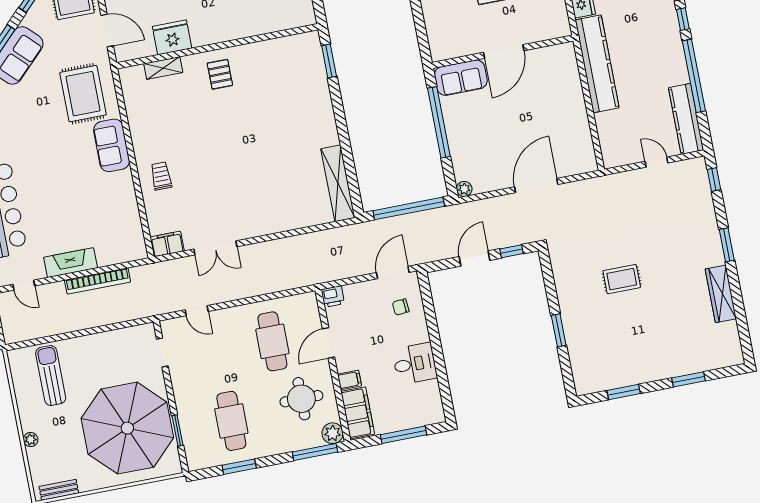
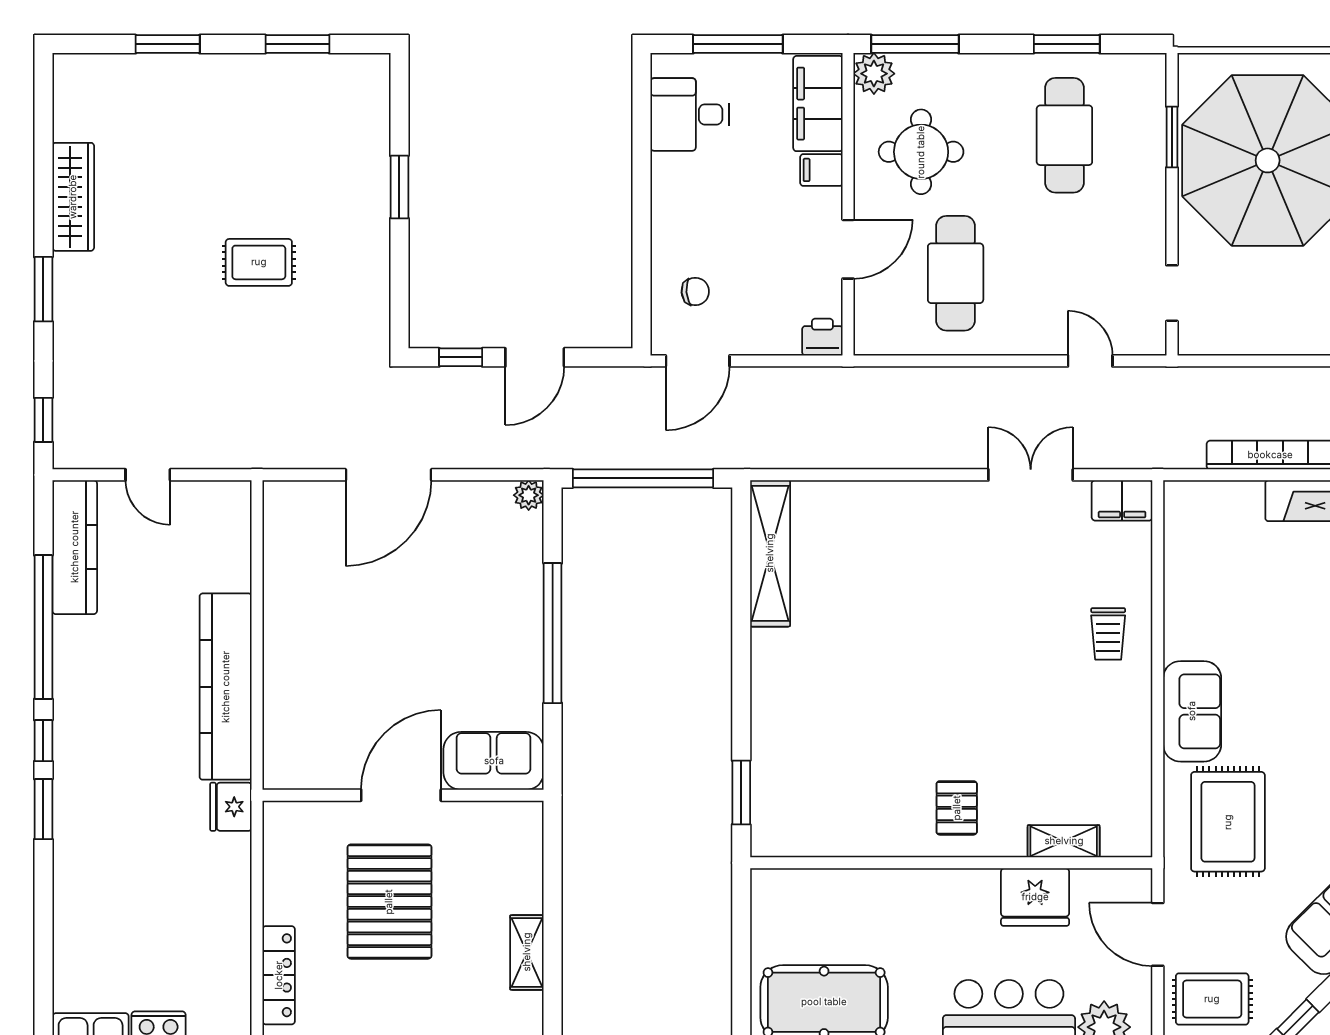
wall: (503, 52) -> (403, 795), moved
door: (504, 52) -> (401, 795), moved
sofa: (461, 78) -> (494, 761), moved
desk: (415, 364) -> (690, 114), moved

